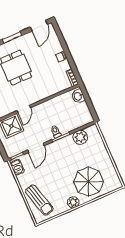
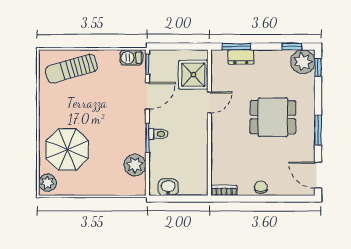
washbasin: (78, 96) -> (168, 187), moved
door: (24, 109) -> (209, 102), swing flipped
door: (36, 148) -> (147, 96), swing flipped
plant: (73, 202) -> (47, 183), moved

